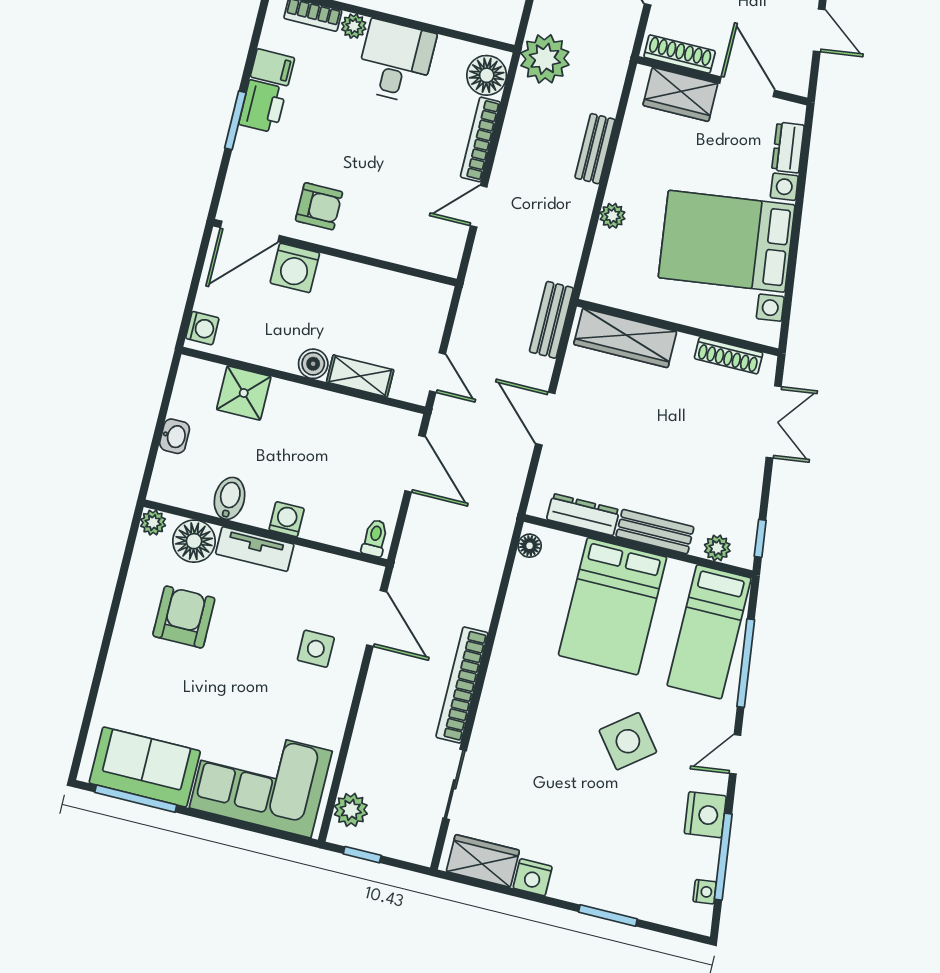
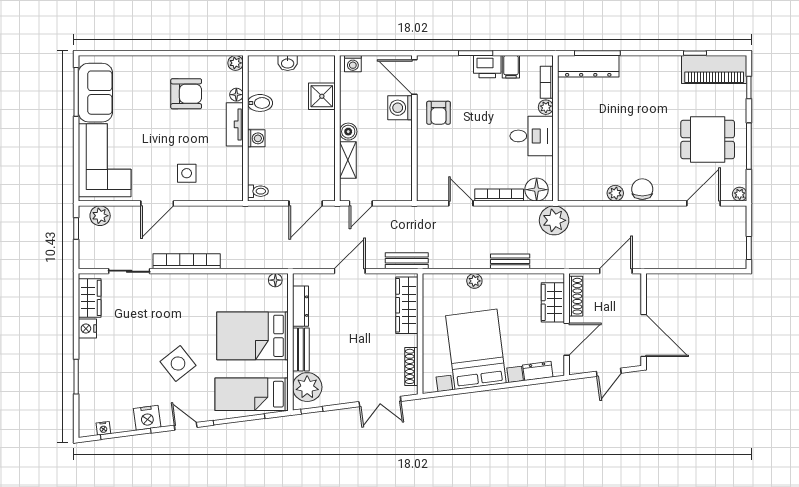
floor lamp: (194, 541) -> (236, 95), width x0.53, depth x0.53
plant: (717, 548) -> (307, 387), width x1.88, depth x1.88
door: (377, 618) -> (157, 203), moved

